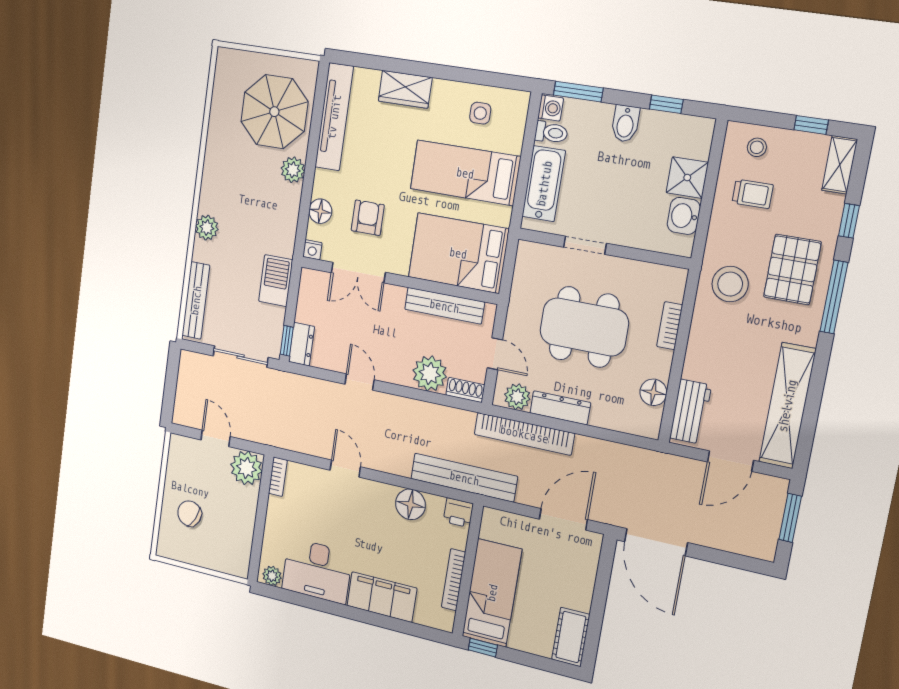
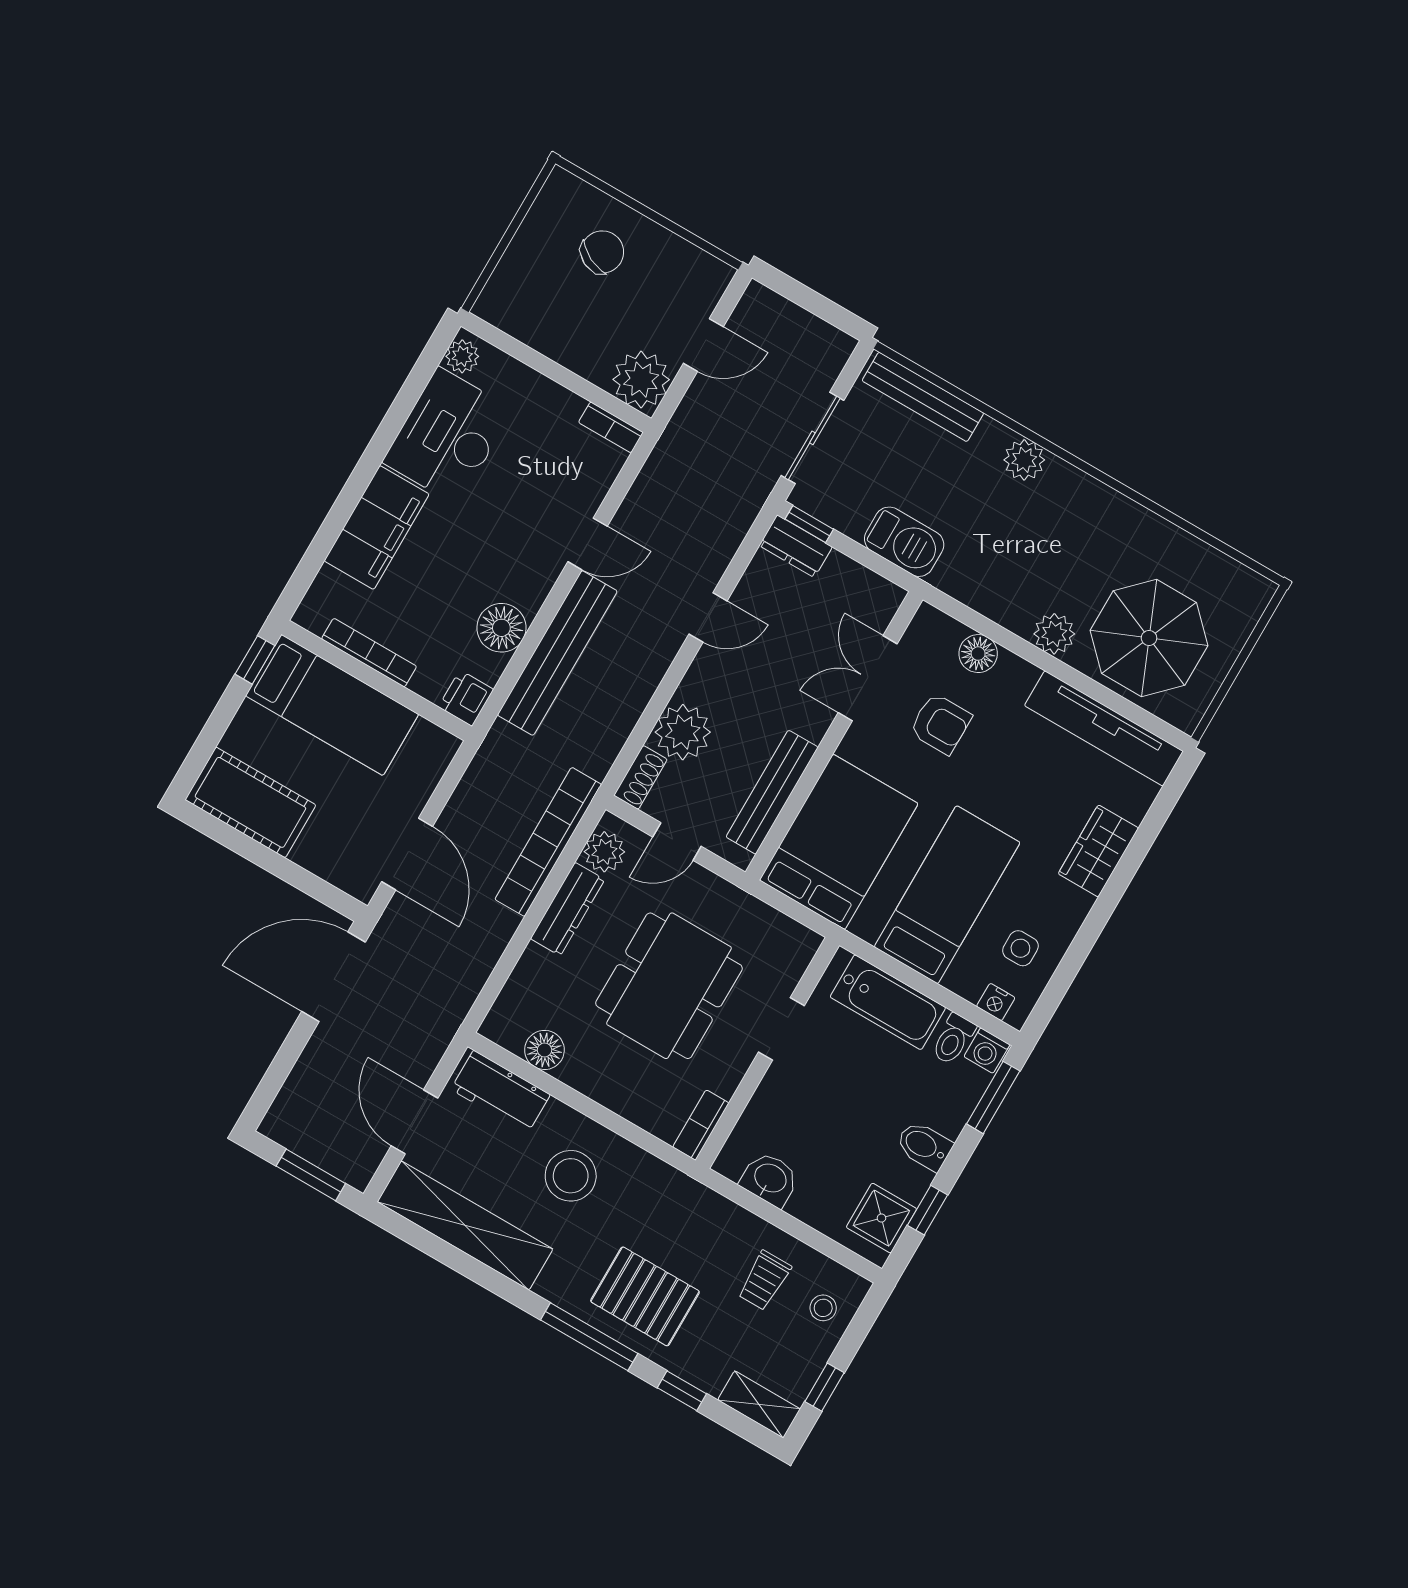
shower: (687, 178) -> (881, 1218), moved
nightstand: (312, 250) -> (996, 1002), moved, turned -90
stool: (730, 284) -> (571, 1176), moved
bookcase: (670, 326) -> (701, 1125), moved, turned -90
bench: (464, 478) -> (557, 653), moved
cot: (571, 637) -> (250, 802), width x1.37, depth x1.34

